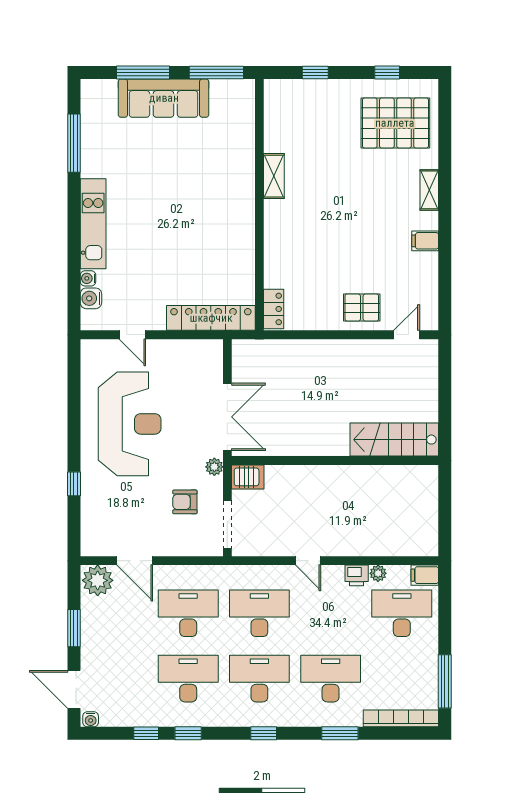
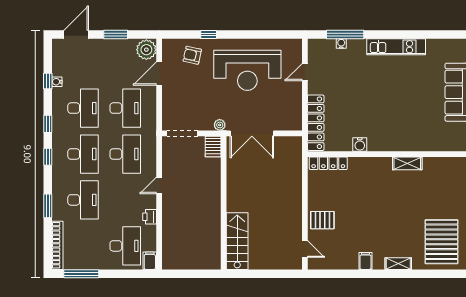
window: (74, 143) -> (345, 34), moved
kitchen unit: (93, 224) -> (396, 47), moved
water cooler: (91, 298) -> (360, 144), moved, turned 180
pallet: (362, 308) -> (322, 220), turned 90
locker: (274, 309) -> (328, 163), width x1.53
armchair: (185, 502) -> (192, 55), moved, turned -78
plant: (378, 573) -> (151, 231), removed
water cooler: (91, 719) -> (57, 82), moved
window: (188, 733) -> (48, 124), moved

